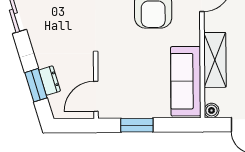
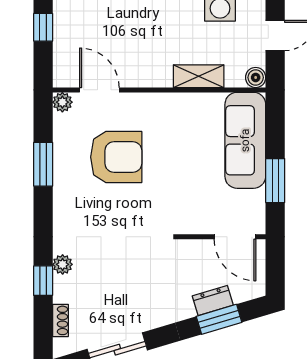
shelving: (215, 60) -> (199, 76), width x0.67, depth x0.75
sofa: (186, 81) -> (245, 140), moved, turned 90

